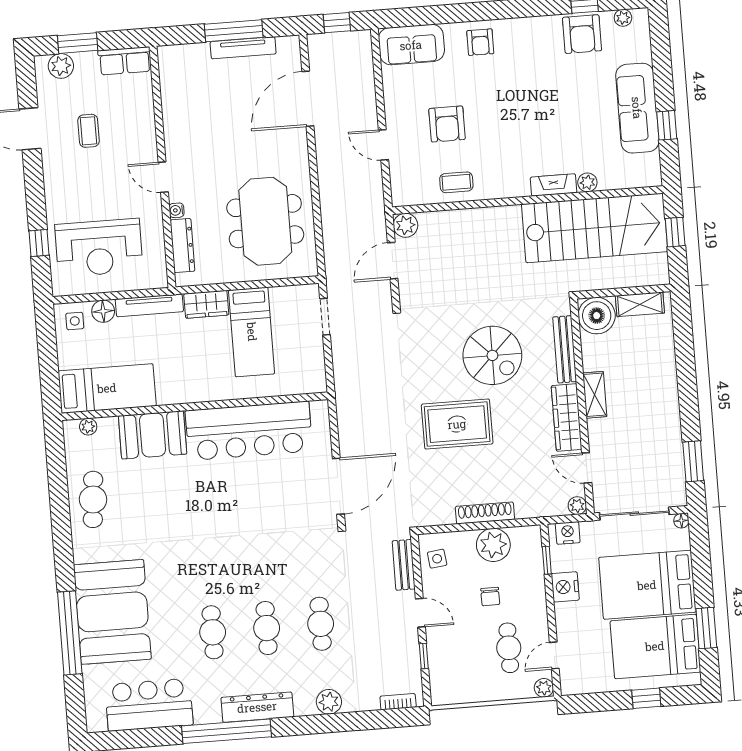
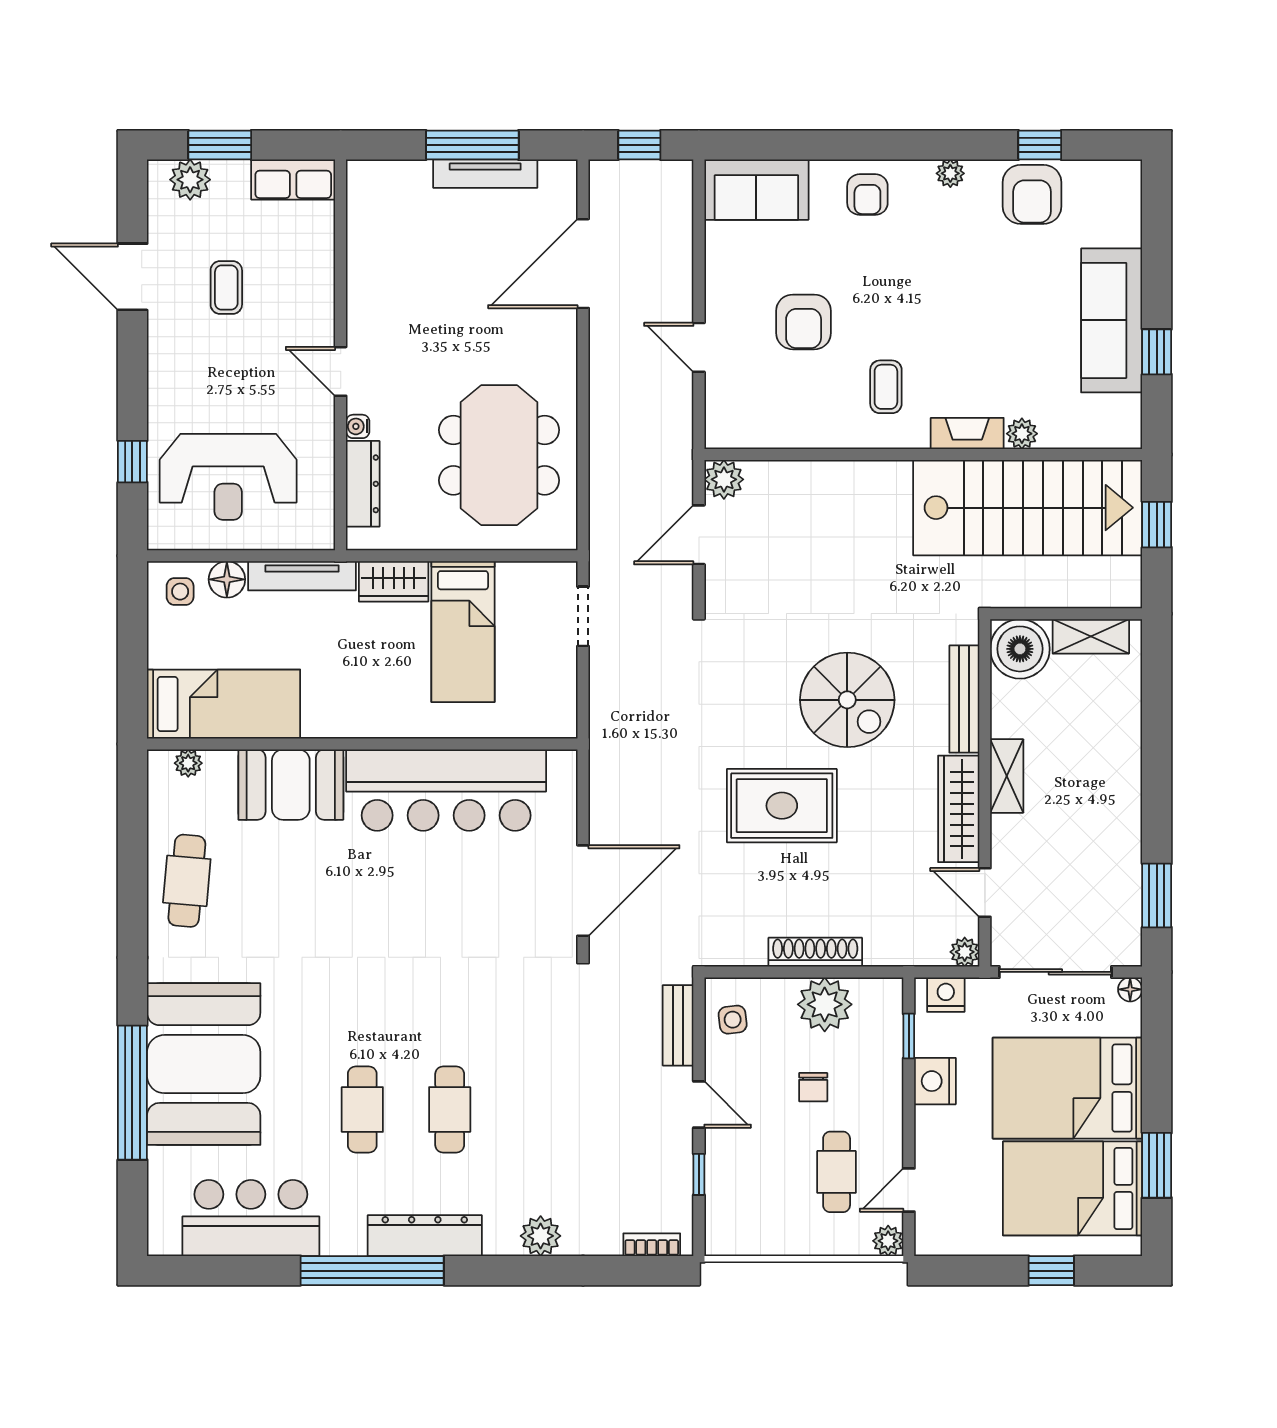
plant: (623, 18) -> (950, 173), moved
coffee table: (456, 182) -> (886, 387), moved, turned 90
cafe table: (321, 624) -> (537, 1109), removed

